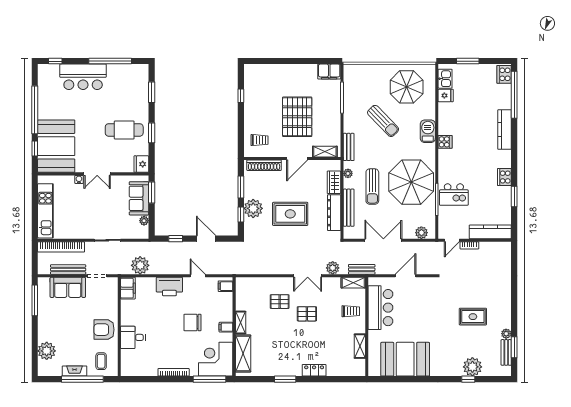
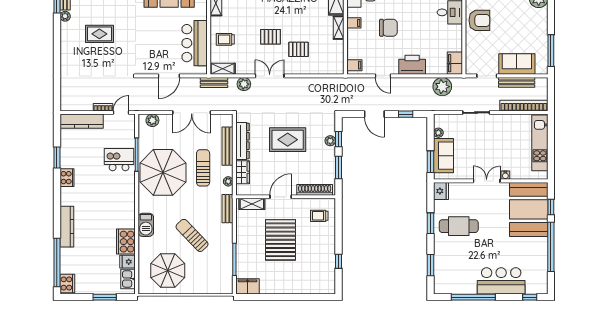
cooker: (445, 142) -> (126, 242), moved, width x1.87, depth x1.31
plant: (253, 208) -> (330, 141), width x0.53, depth x0.53

